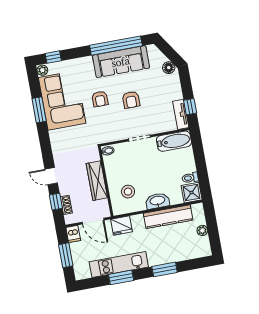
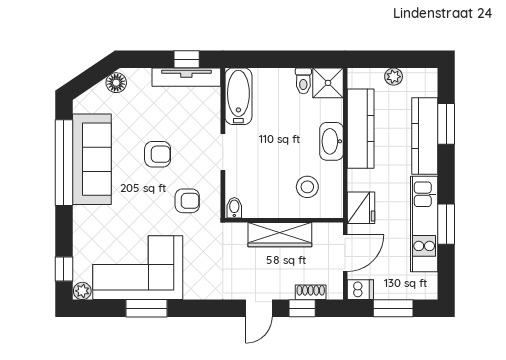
armchair: (100, 99) -> (187, 201), moved
tv unit: (181, 114) -> (186, 77), width x1.41
kitchen counter: (171, 255) -> (425, 136), added
window: (165, 269) -> (446, 124), moved

